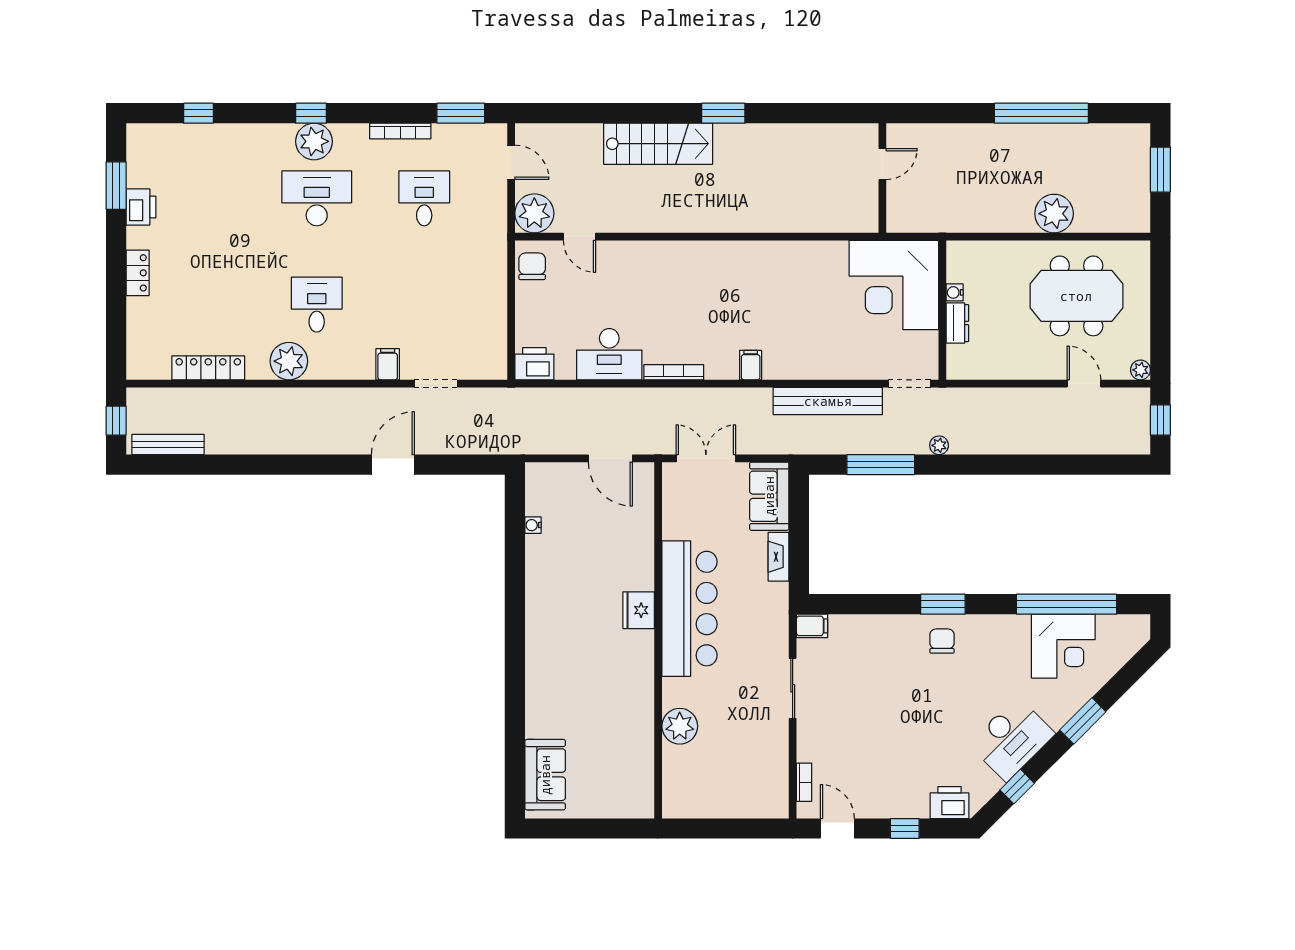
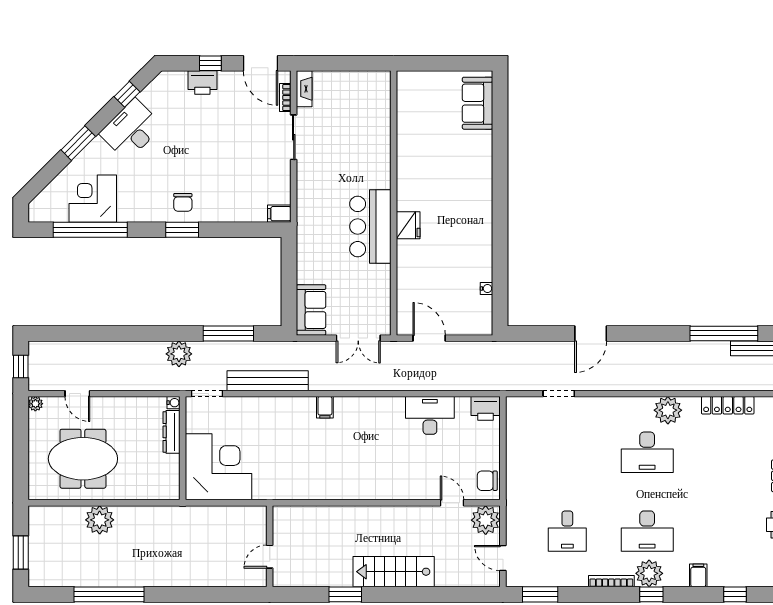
bookcase: (400, 131) -> (611, 581), moved
door: (882, 164) -> (270, 557), moved
wall: (882, 178) -> (270, 546), moved
chair: (532, 266) -> (487, 481), turned 90
water cooler: (955, 292) -> (174, 403), moved
desk: (317, 305) -> (647, 452), width x1.37
dresser: (957, 323) -> (171, 432), width x1.44
filing cabinet: (388, 364) -> (698, 575), moved, turned 180
bookcase: (674, 372) -> (382, 402), removed
plant: (939, 445) -> (179, 354), width x1.88, depth x1.88
window: (213, 465) -> (724, 333), added
fireplace: (779, 557) -> (304, 89), moved
bar counter: (689, 609) -> (370, 227), width x0.73
sliding door: (793, 688) -> (294, 137), moved
plant: (680, 726) -> (378, 139), removed
printer: (950, 803) -> (202, 82), moved
door: (837, 828) -> (260, 63), width x1.38

